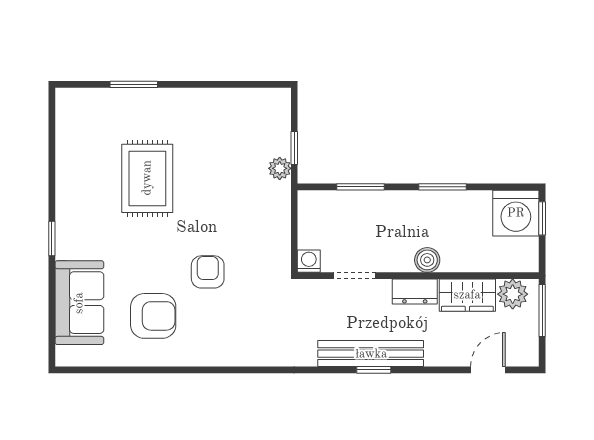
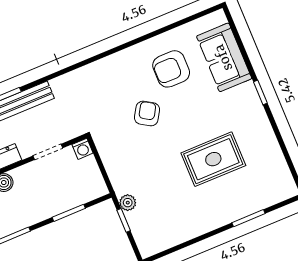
rug: (147, 178) -> (213, 159), turned 90
armchair: (208, 272) -> (147, 114), turned -149

